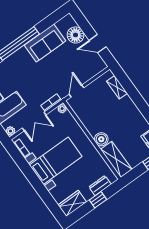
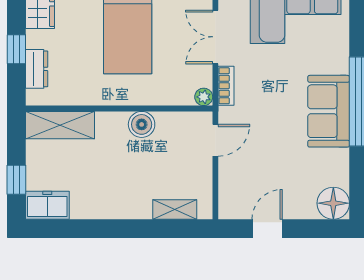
floor lamp: (76, 35) -> (333, 203), moved
sofa: (45, 43) -> (329, 111), moved
door: (77, 91) -> (215, 140), hinge flipped
boiler: (101, 139) -> (142, 124), moved

